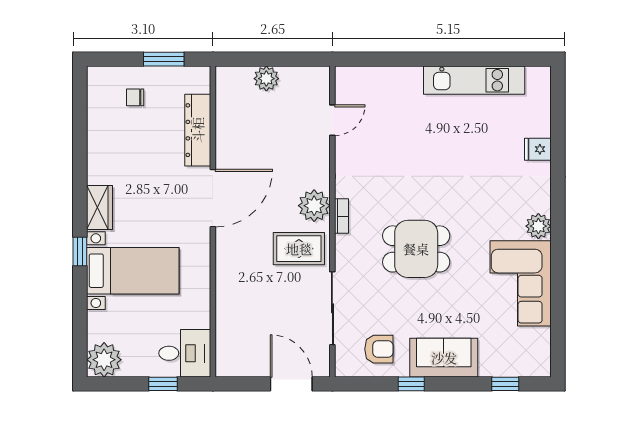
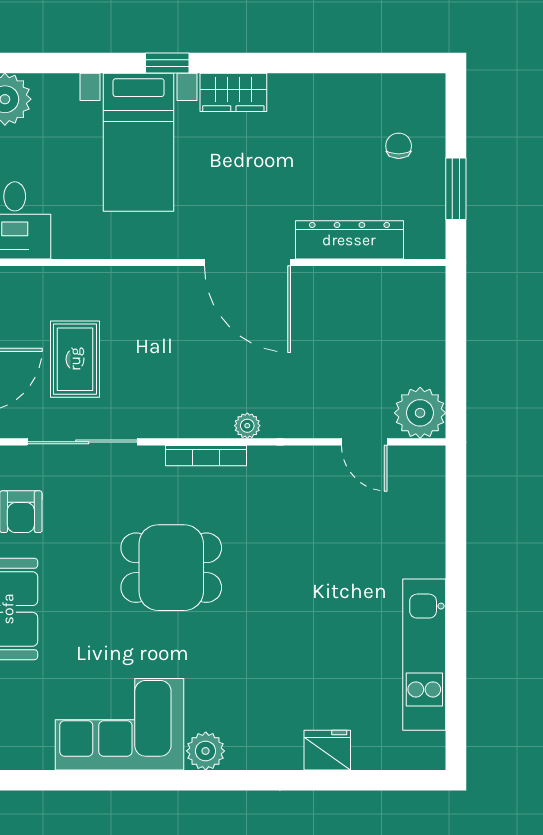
plant: (266, 79) -> (420, 413), moved, width x1.36, depth x1.36
fridge: (538, 149) -> (327, 750), width x1.38
plant: (314, 206) -> (247, 426), width x0.53, depth x0.53
bookcase: (342, 216) -> (206, 456), width x1.56
rug: (299, 249) -> (75, 359), moved
dining table: (416, 249) -> (171, 568), turned 90

